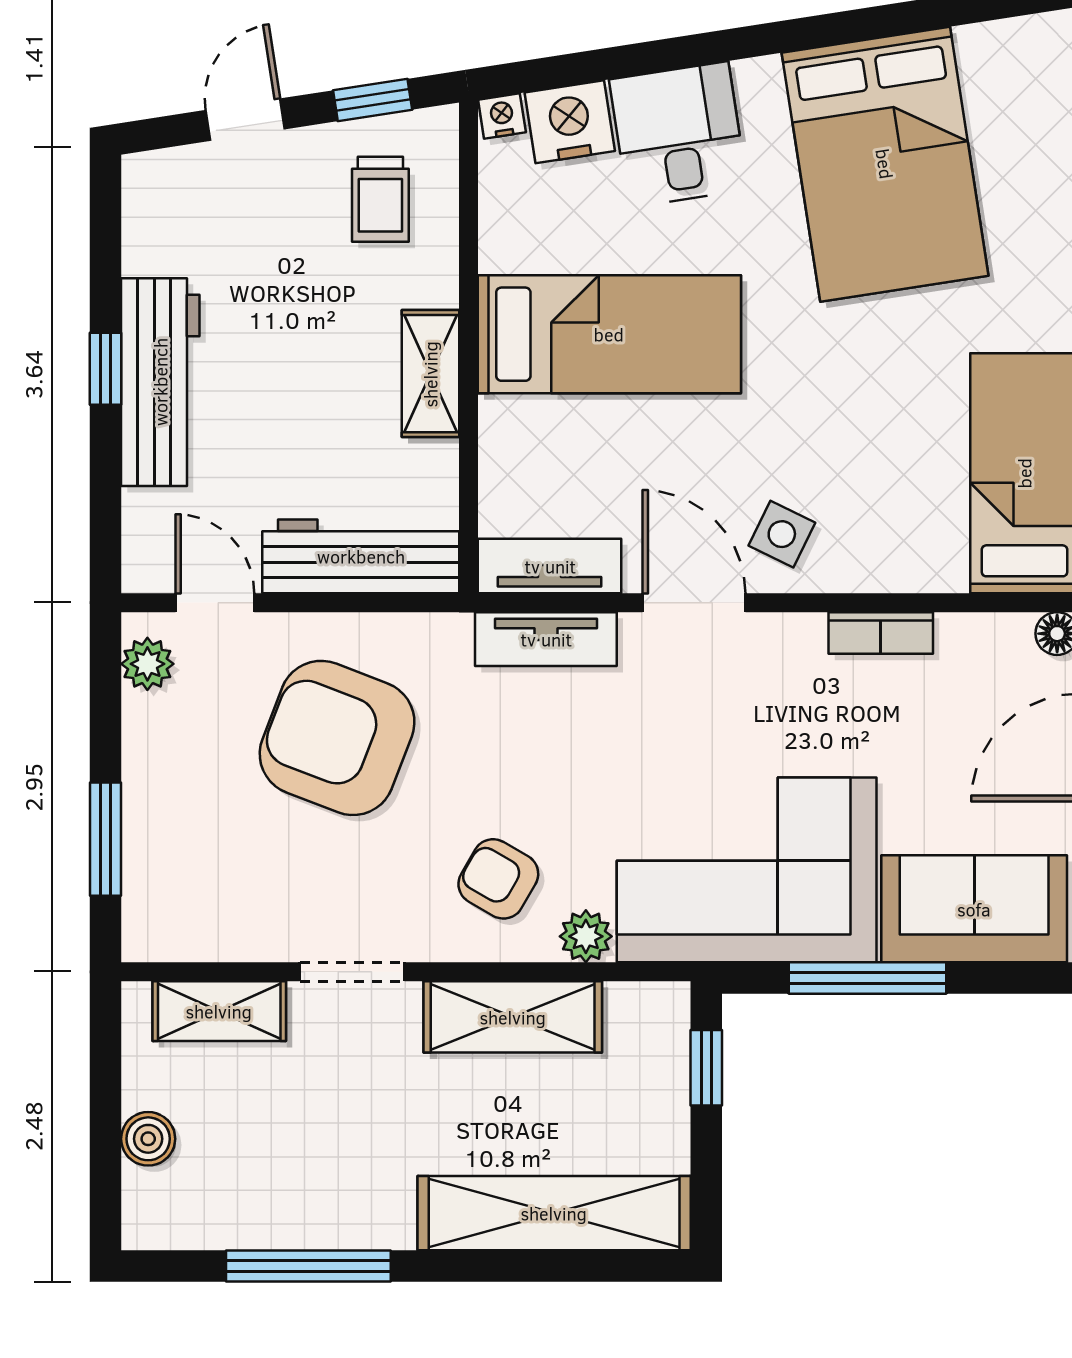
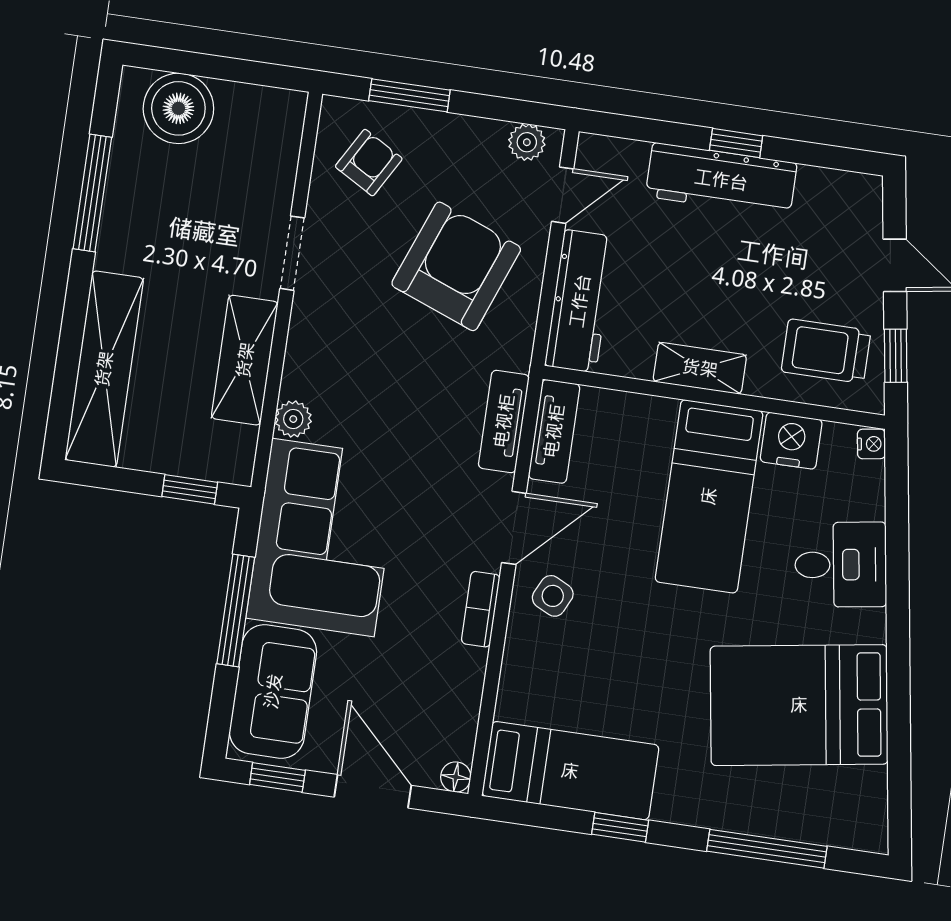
nightstand: (570, 122) -> (791, 441), moved, turned -81
trolley: (380, 199) -> (826, 351), width x1.36, depth x1.39
bookcase: (881, 633) -> (481, 609), moved
armchair: (498, 879) -> (369, 163), moved
shelving: (219, 1011) -> (278, 157), removed
boiler: (148, 1139) -> (178, 108), width x1.86, depth x1.86

